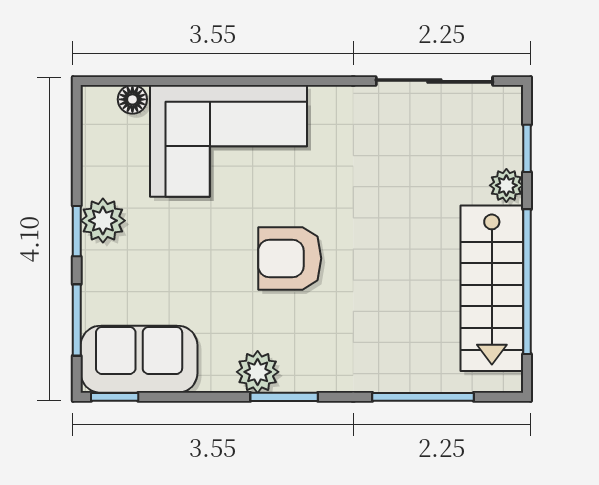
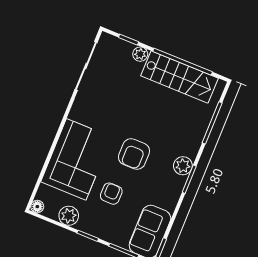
floor lamp: (132, 99) -> (37, 207), moved
plant: (103, 221) -> (69, 216), moved
armchair: (186, 245) -> (111, 194), added
plant: (258, 372) -> (183, 166), moved

